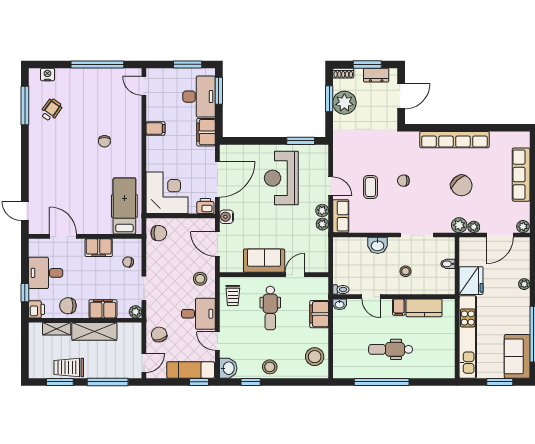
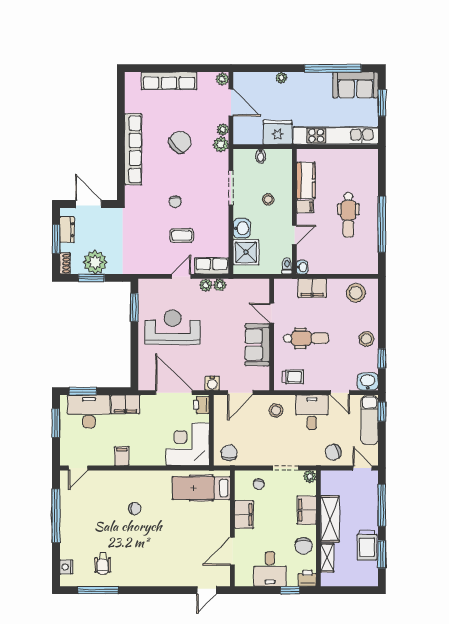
wheelchair: (51, 110) -> (103, 563), turned -125
reception desk: (281, 178) -> (173, 327), turned 180
shower: (354, 250) -> (246, 252), added
door: (217, 341) -> (340, 393), hinge flipped

